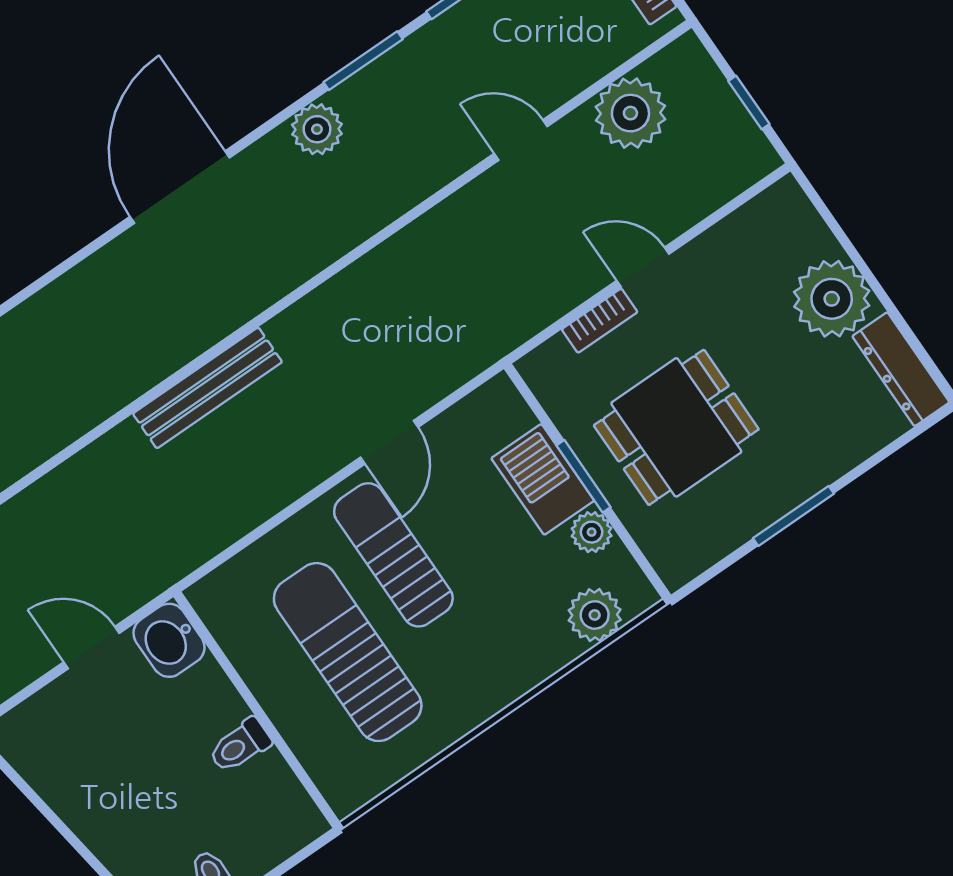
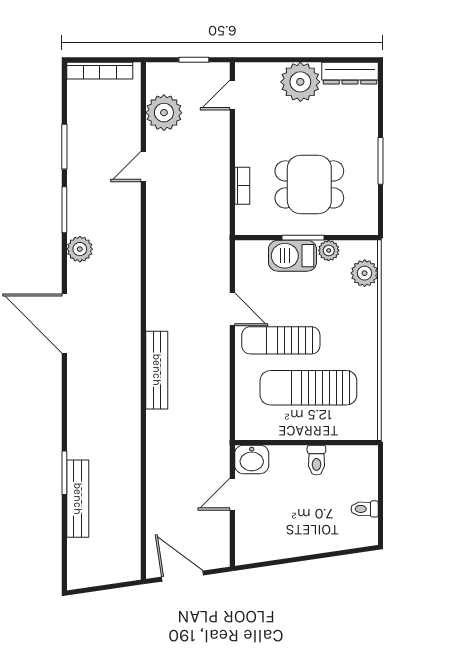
door: (643, 267) -> (232, 95), moved
dining table: (676, 427) -> (309, 184), turned 90

